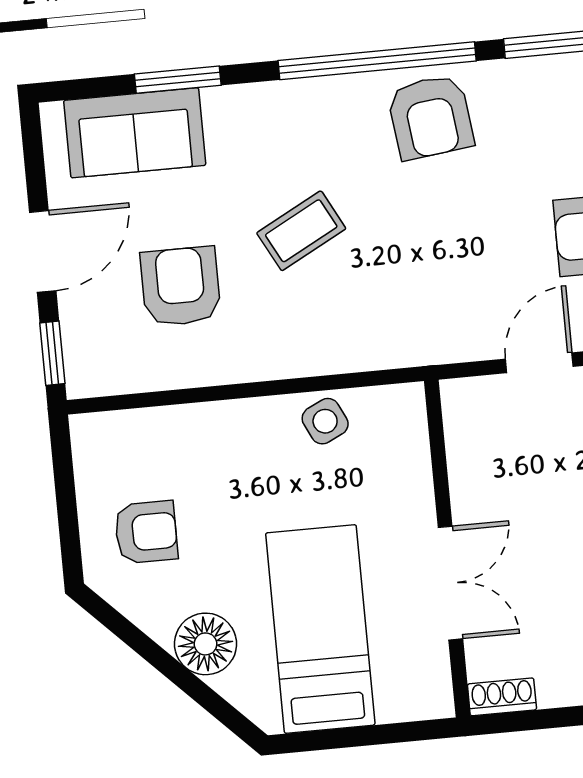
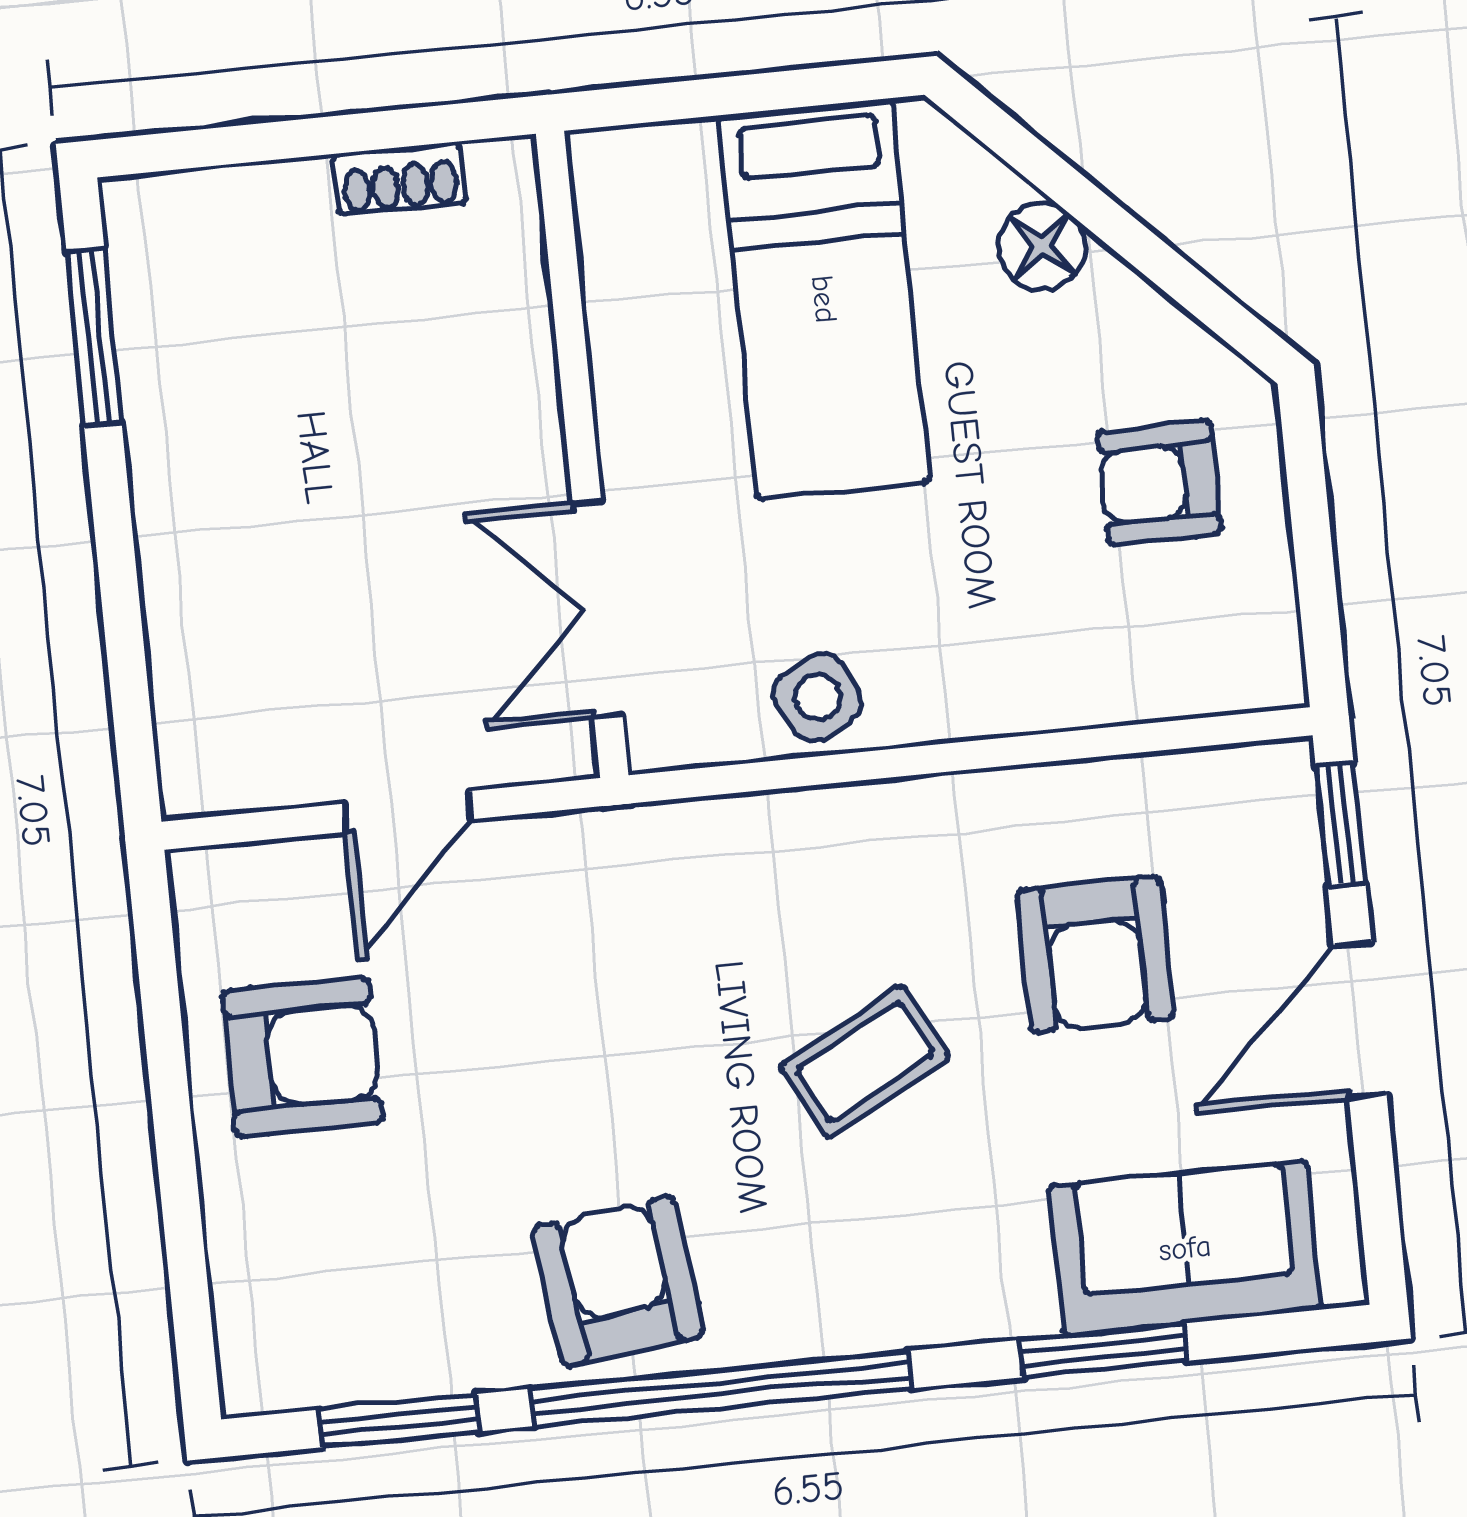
double door: (450, 583) -> (598, 609), moved
floor lamp: (206, 644) -> (1042, 246), width x0.73, depth x0.73
shoe rack: (502, 697) -> (400, 178), moved

